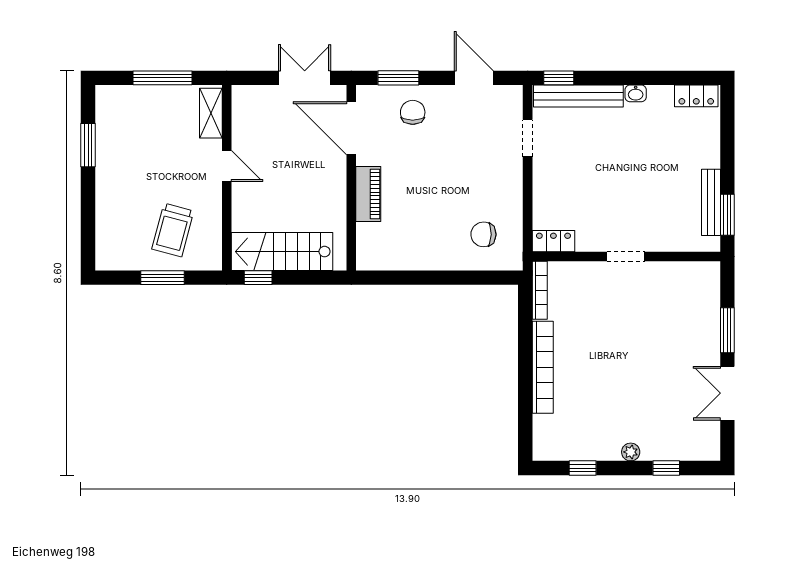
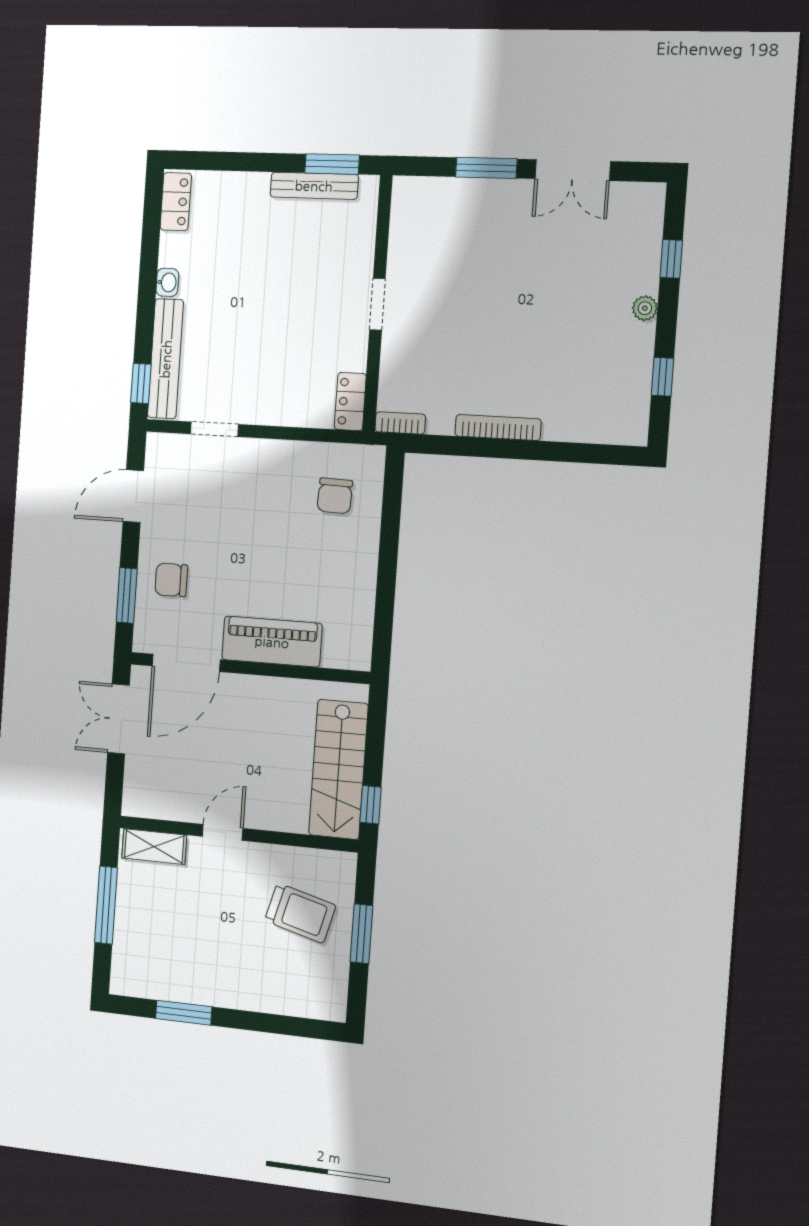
piano: (368, 194) -> (272, 642), width x1.37, depth x1.33
bookcase: (540, 290) -> (400, 423), width x0.64
bookcase: (543, 367) -> (498, 428), width x0.68, depth x0.76

